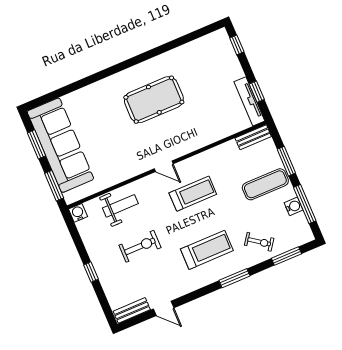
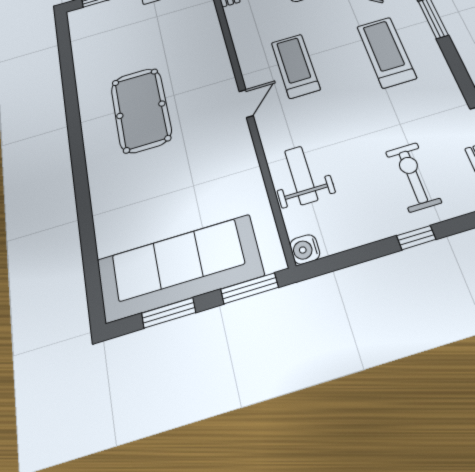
exercise bike: (140, 246) -> (413, 177), moved

